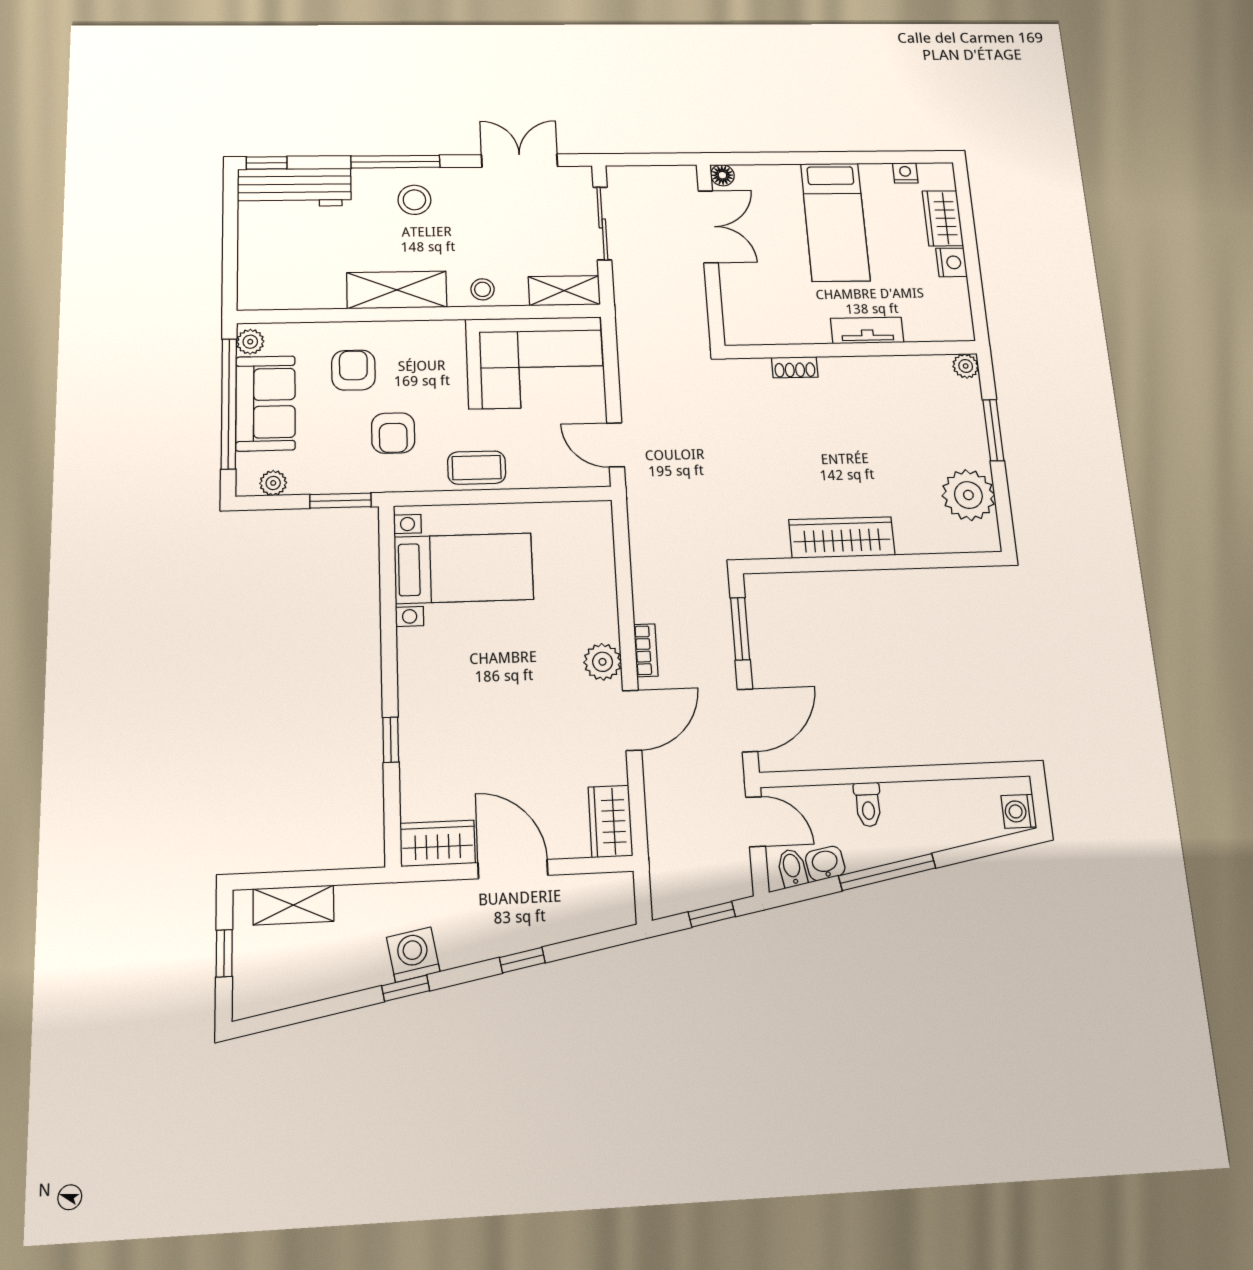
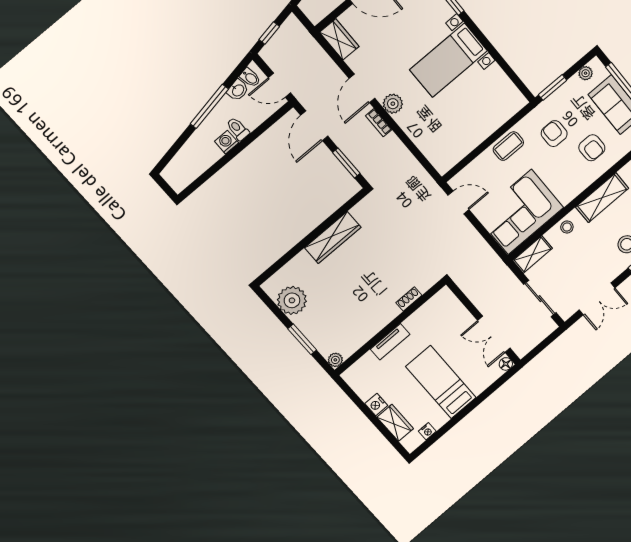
bed with nightstands: (464, 568) -> (448, 60), moved
washing machine: (1019, 811) -> (227, 142), moved, turned -90

